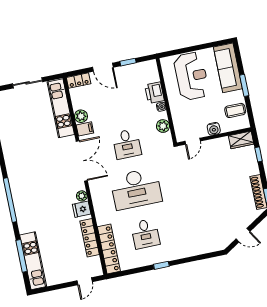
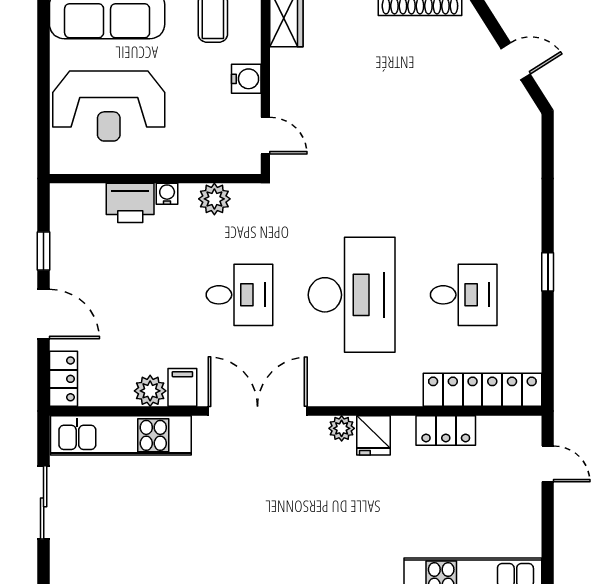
door: (103, 67) -> (44, 314), hinge flipped
reception desk: (191, 76) -> (109, 106), turned 180
door: (243, 235) -> (516, 61), hinge flipped
locker: (90, 238) -> (446, 431), width x0.66

